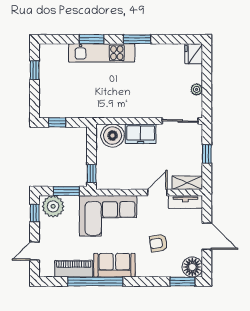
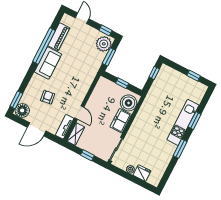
fridge: (194, 54) -> (142, 173), moved
window: (92, 174) -> (122, 83), moved
corner sofa: (108, 216) -> (80, 75), removed

